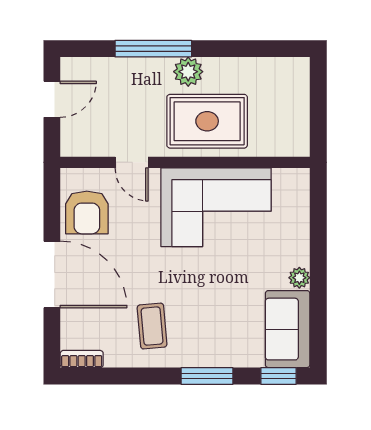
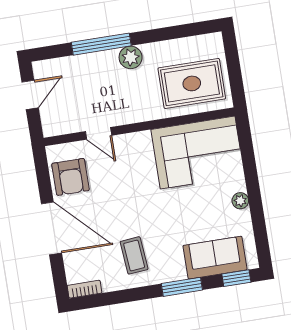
rug: (207, 121) -> (192, 83), moved
corner sofa: (216, 207) -> (198, 153), moved
sofa: (288, 329) -> (215, 258), moved, turned 90

